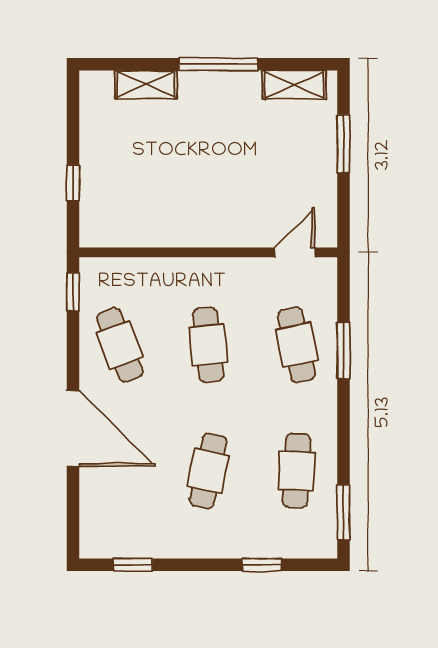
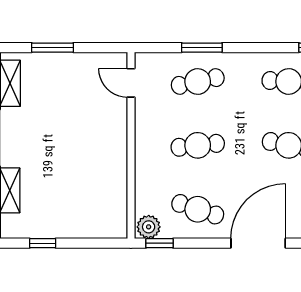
window: (73, 183) -> (43, 243), moved
plant: (95, 277) -> (149, 227), added
cafe table: (120, 345) -> (198, 209), turned 39

